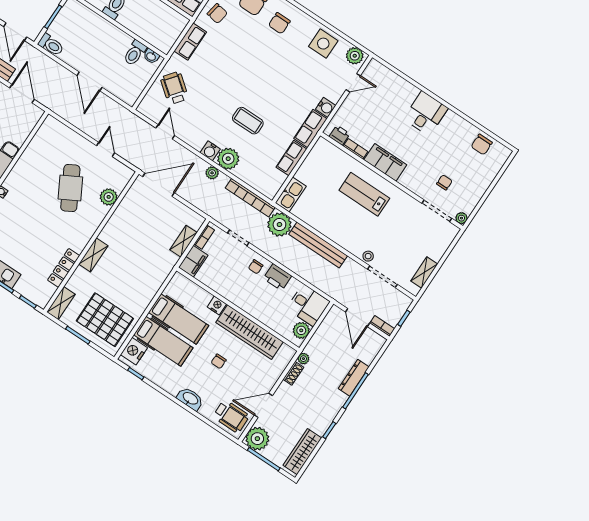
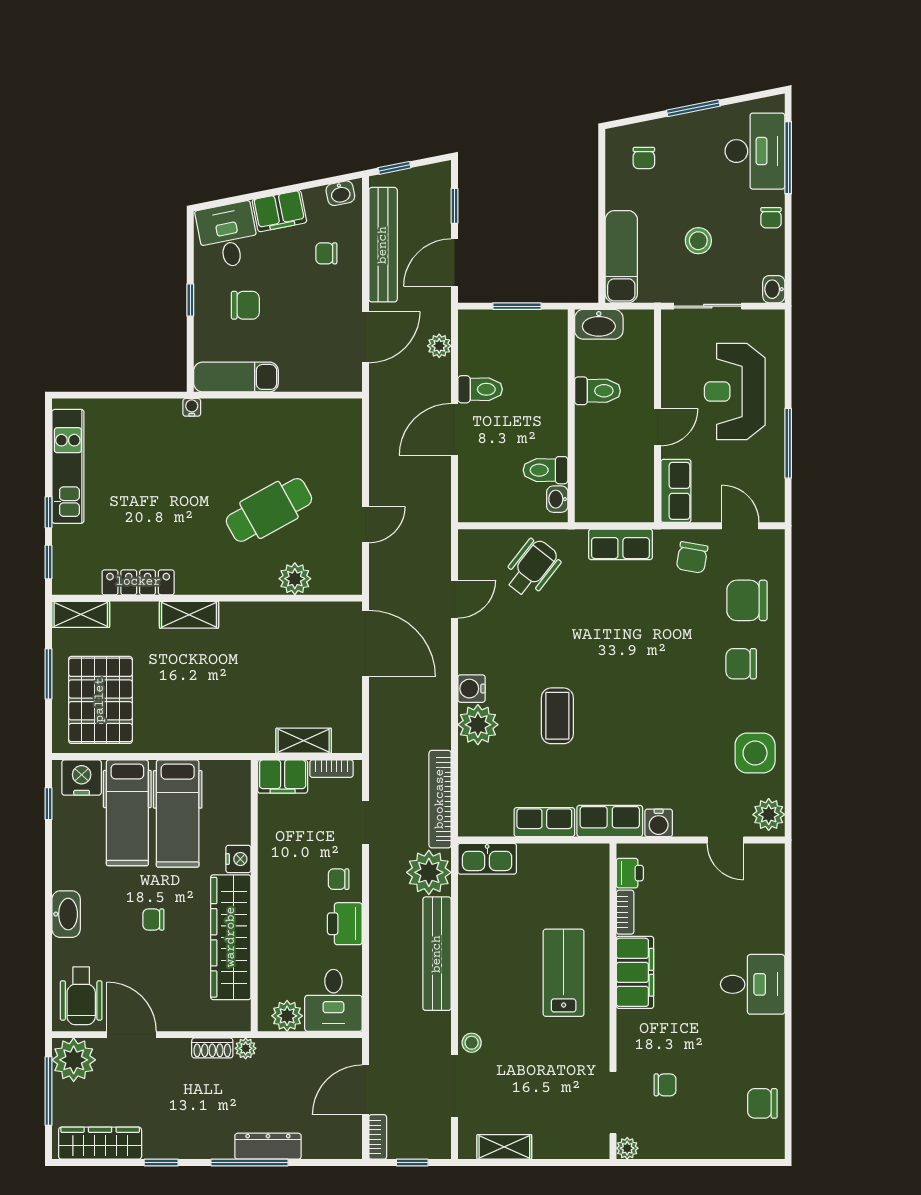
toilet: (51, 45) -> (480, 389), moved, turned -90
plant: (212, 173) -> (439, 346), moved

